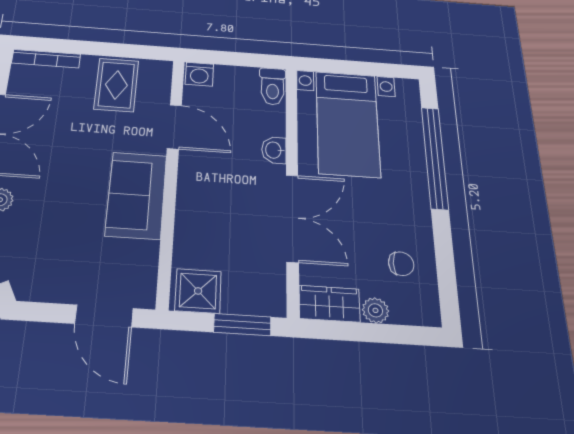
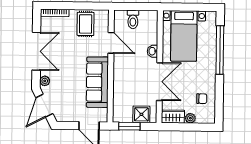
washing machine: (199, 74) -> (121, 16), removed
toilet: (273, 86) -> (133, 19), moved
sofa: (136, 195) -> (97, 82), width x1.36
shower: (198, 291) -> (141, 114), moved
window: (242, 325) -> (129, 126), moved

